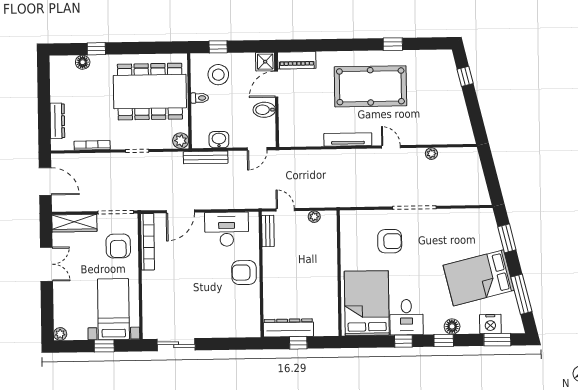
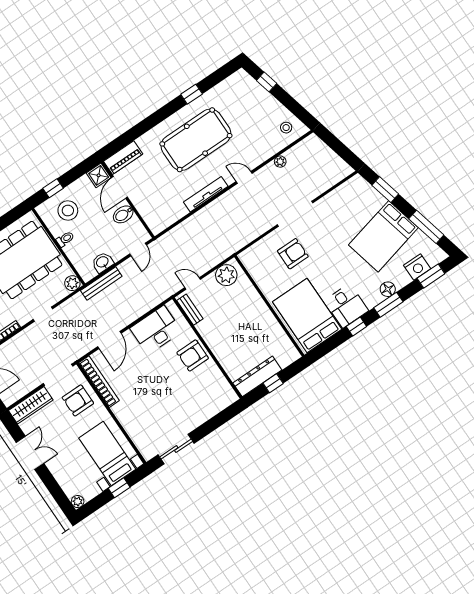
stool: (456, 127) -> (286, 128), added
plant: (314, 217) -> (226, 275), width x1.88, depth x1.88
armchair: (118, 246) -> (78, 400), turned 90
window: (444, 340) -> (388, 305), width x1.50

